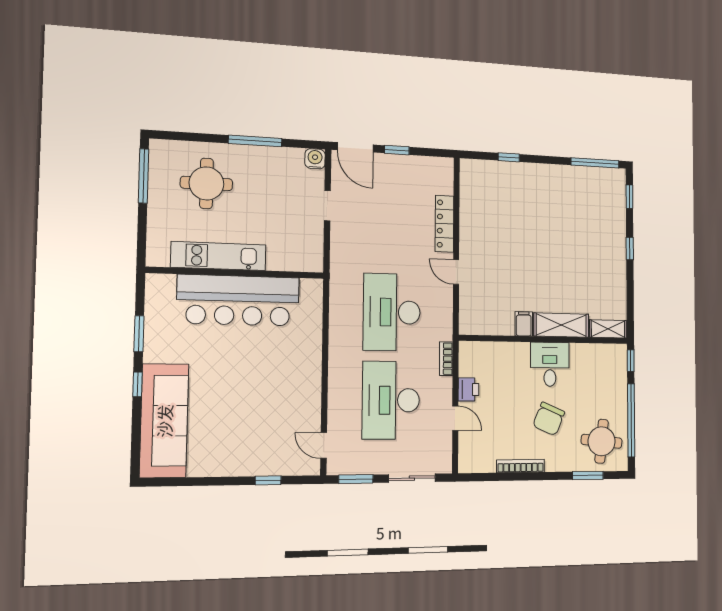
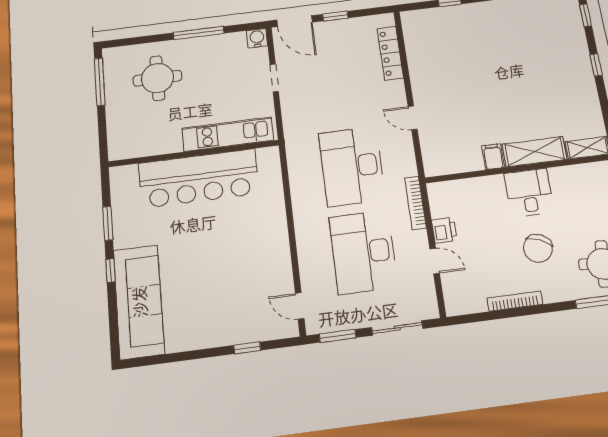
locker: (444, 224) -> (390, 53), moved
kitchen unit: (219, 256) -> (228, 134), moved
bookcase: (446, 359) -> (415, 203), width x1.56

